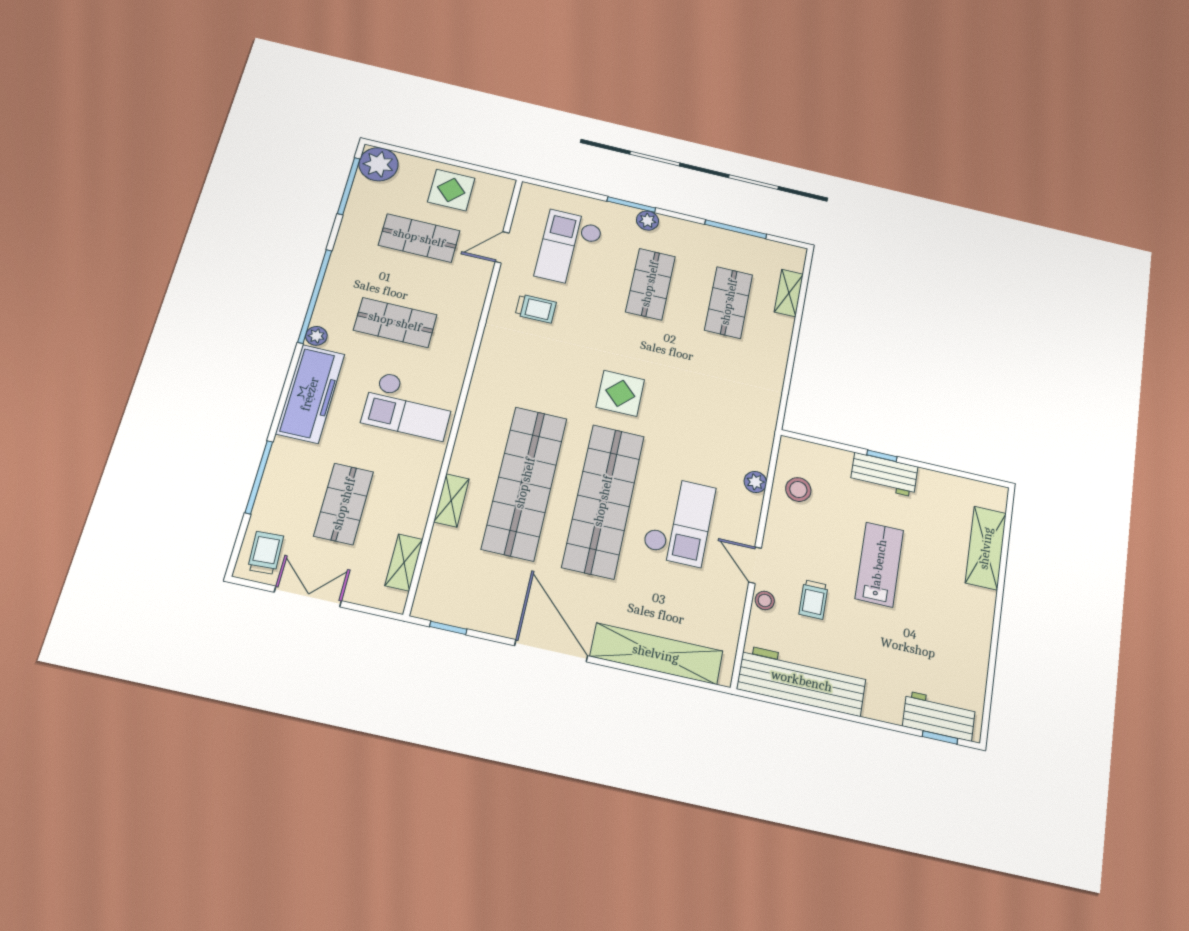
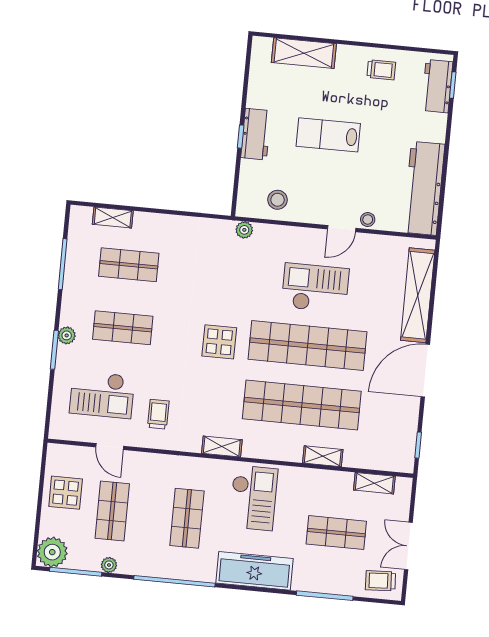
plant: (316, 336) -> (109, 565), moved
shelving: (483, 377) -> (222, 447), added
plant: (755, 482) -> (244, 230), moved
trolley: (813, 600) -> (381, 70), moved

